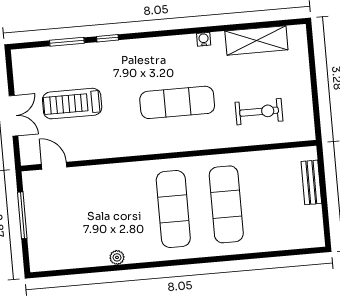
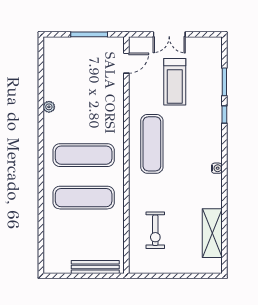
water cooler: (204, 39) -> (217, 168), moved
exercise mat: (177, 102) -> (152, 144), moved
treadmill: (72, 104) -> (175, 82), turned 180
bench: (311, 182) -> (95, 267), width x1.36

